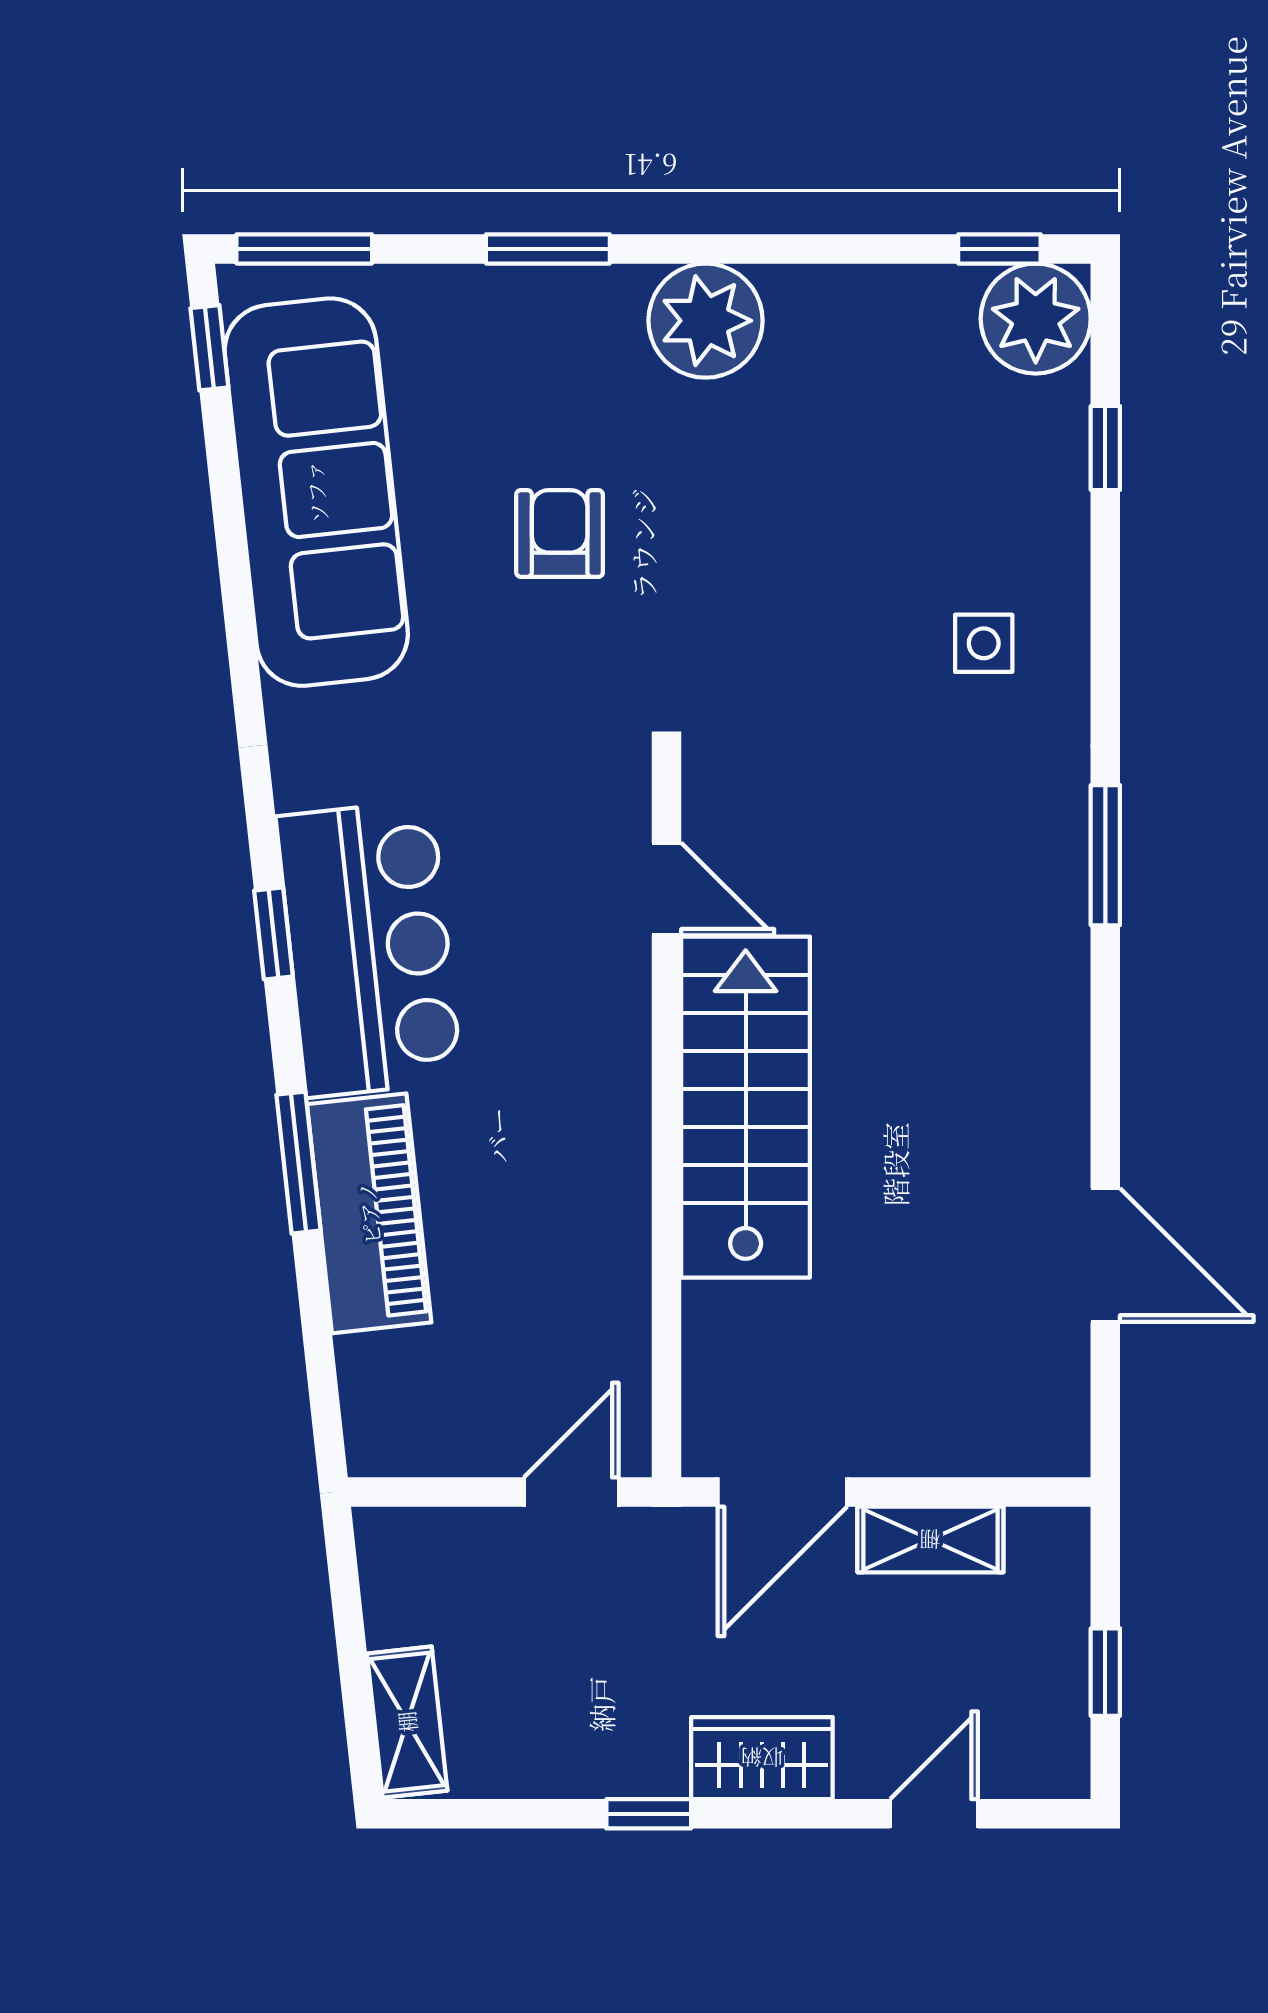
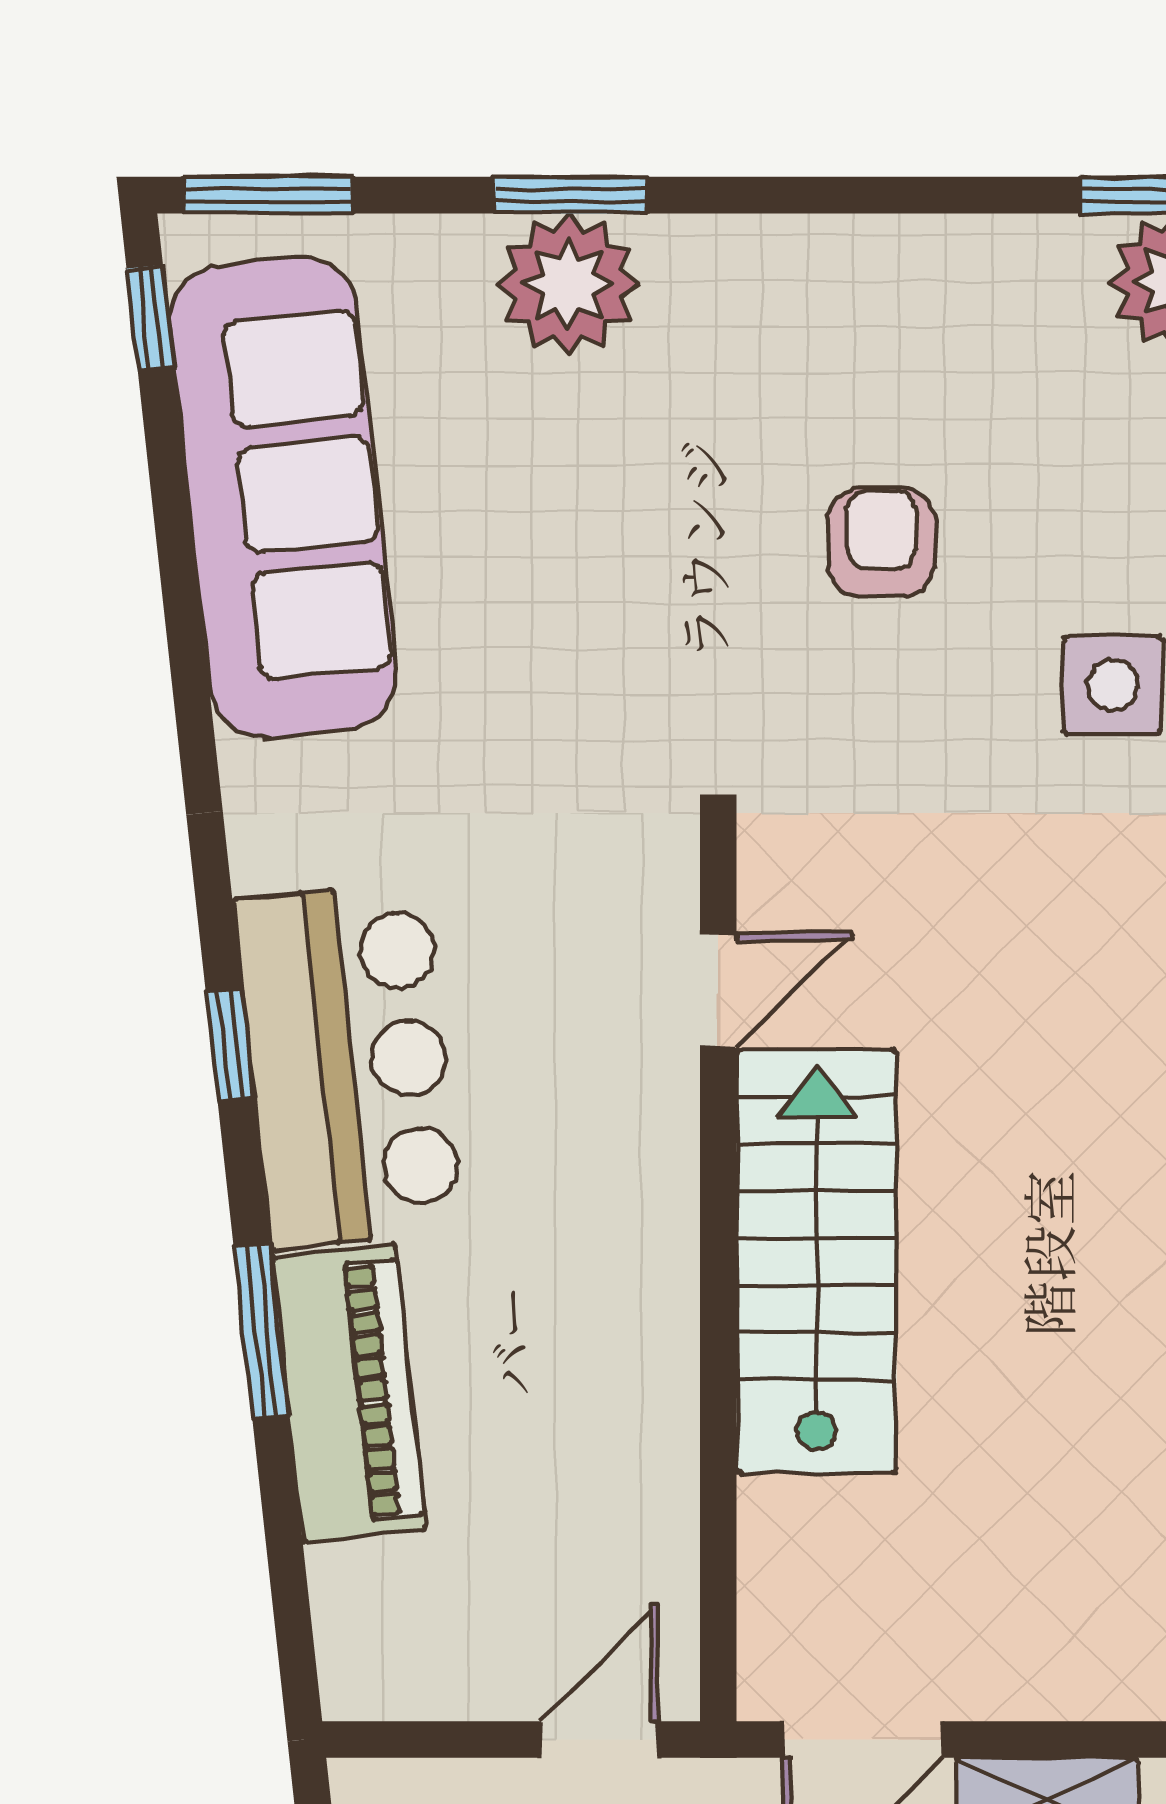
plant: (706, 321) -> (568, 284), moved
armchair: (560, 533) -> (881, 542), moved
side table: (984, 643) -> (1112, 685), width x1.37, depth x1.37
door: (667, 889) -> (718, 990), hinge flipped

